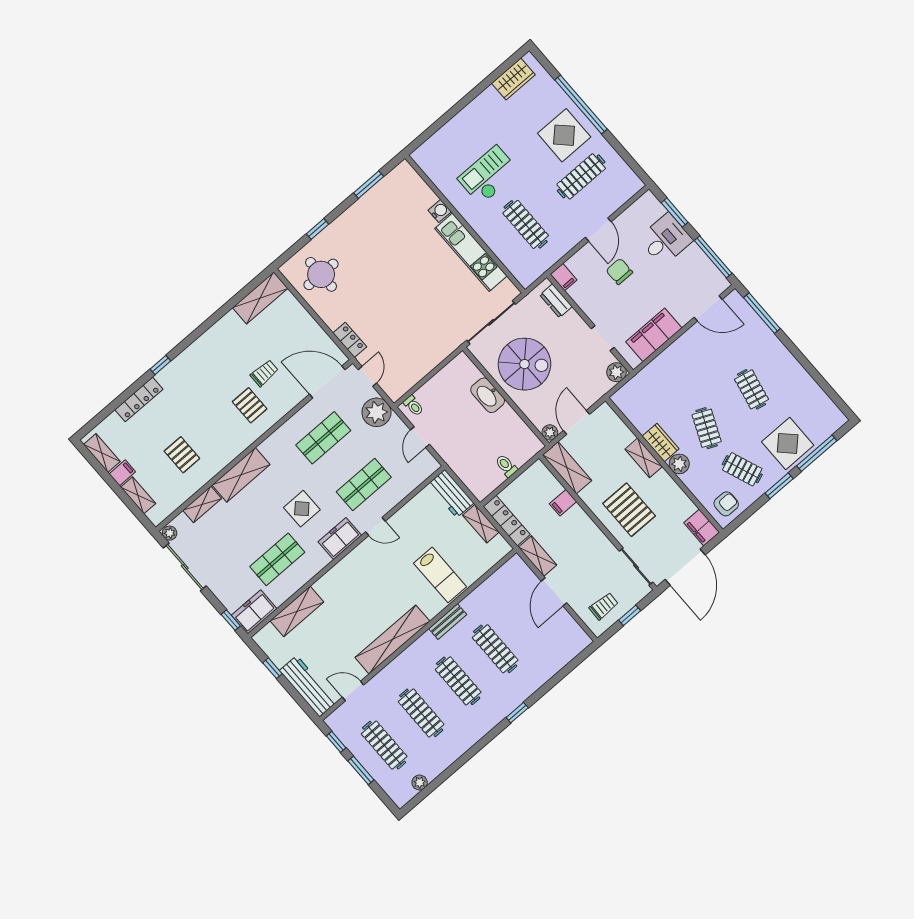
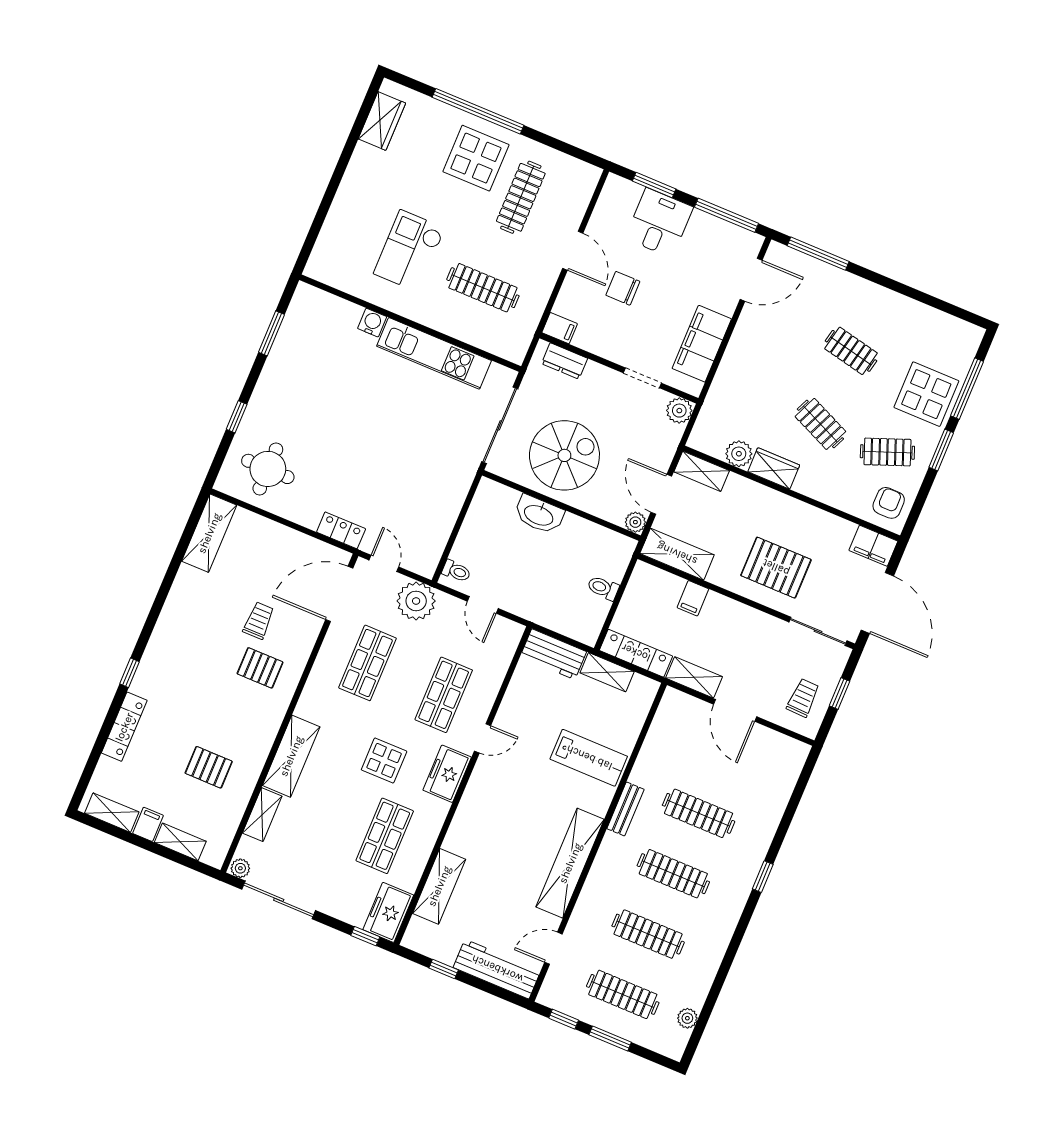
shelving: (644, 458) -> (702, 471), moved
plant: (679, 464) -> (739, 454), moved

